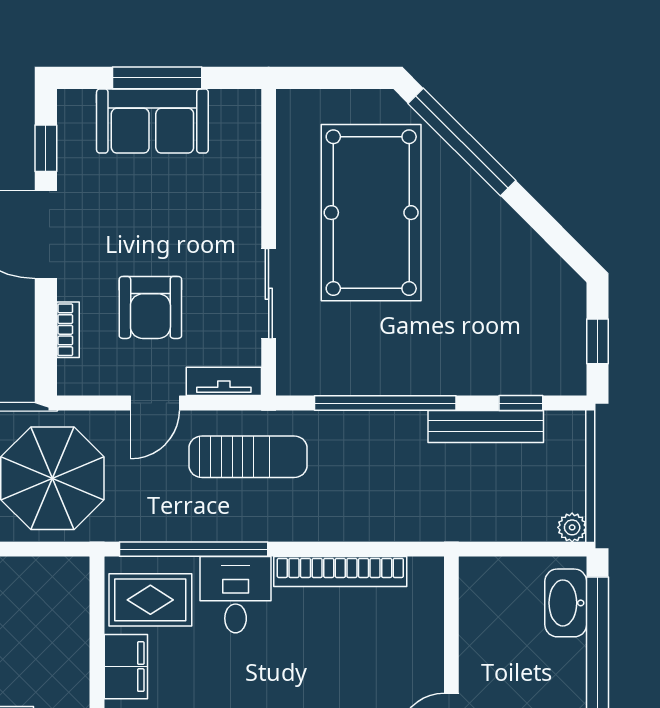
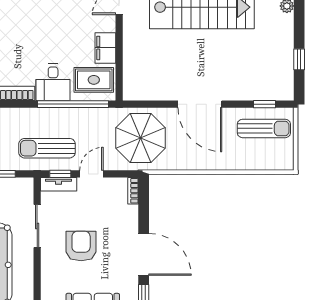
armchair: (150, 307) -> (81, 246), moved
bookcase: (68, 330) -> (133, 191), moved
window: (220, 403) -> (60, 174), added

